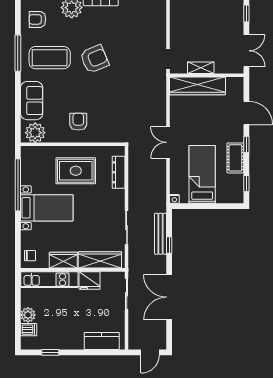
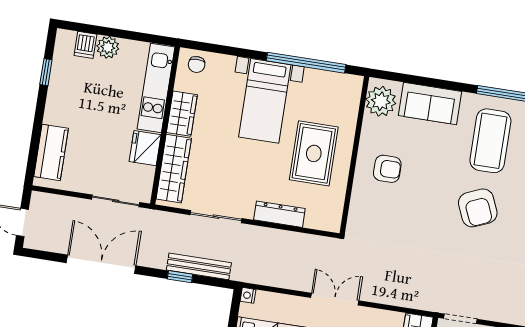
dresser: (119, 172) -> (279, 214), moved

